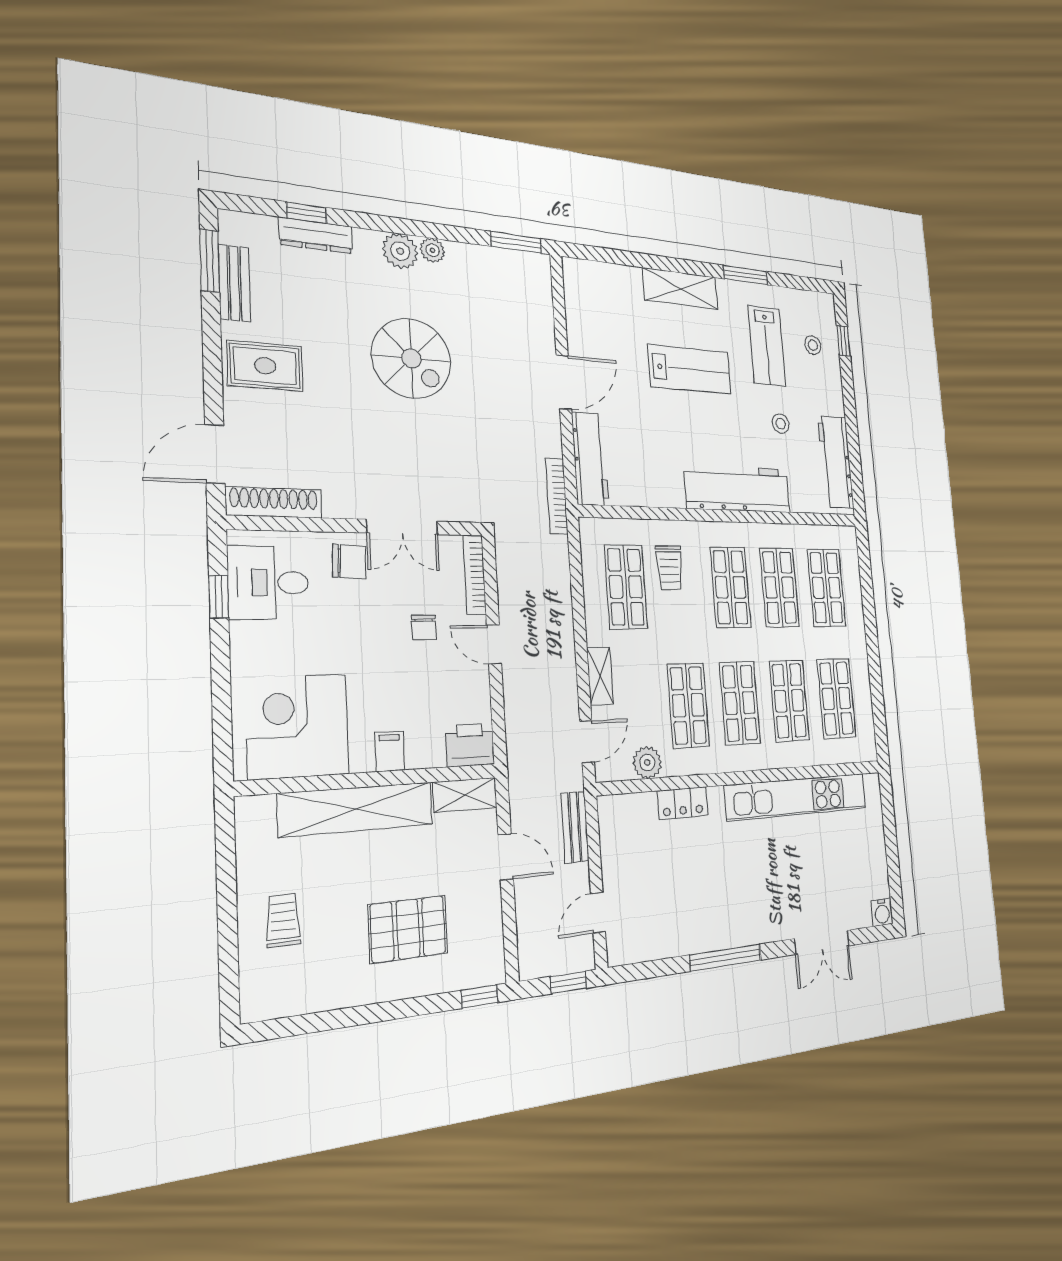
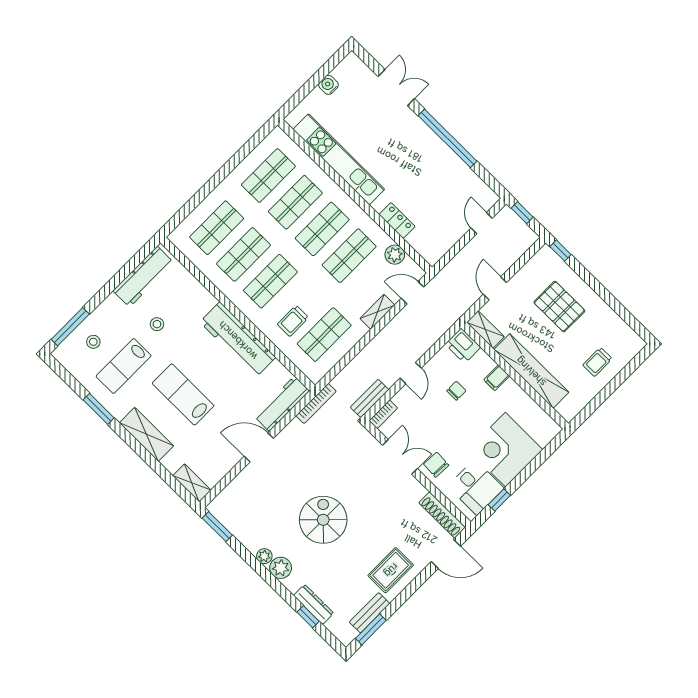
shelving: (589, 273) -> (192, 483), added
window: (844, 341) -> (70, 327), width x2.17
lab bench: (767, 346) -> (124, 366), turned 180
rug: (265, 366) -> (391, 570), turned 90
workbench: (738, 489) -> (238, 340), moved
trolley: (669, 568) -> (293, 321), turned 180
bookcase: (475, 575) -> (383, 414), width x0.64
chair: (424, 627) -> (456, 391), moved
corner desk: (297, 726) -> (505, 450), moved, turned 90
bench: (575, 827) -> (370, 398), moved
water cooler: (882, 912) -> (329, 85), moved, turned -90
door: (598, 913) -> (482, 223), swing flipped
window: (726, 958) -> (447, 138), width x1.46

